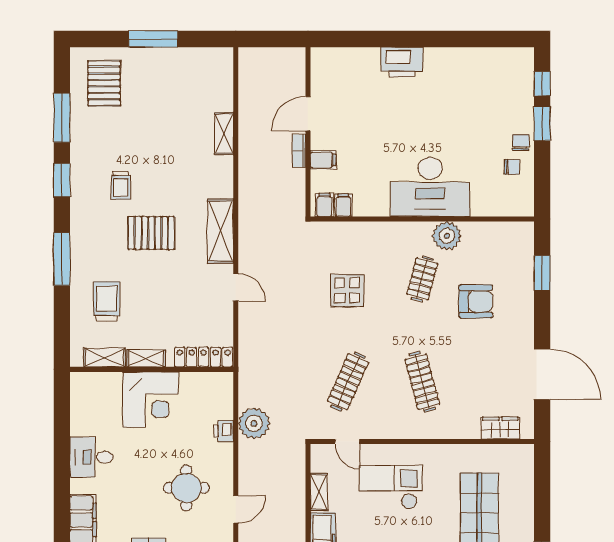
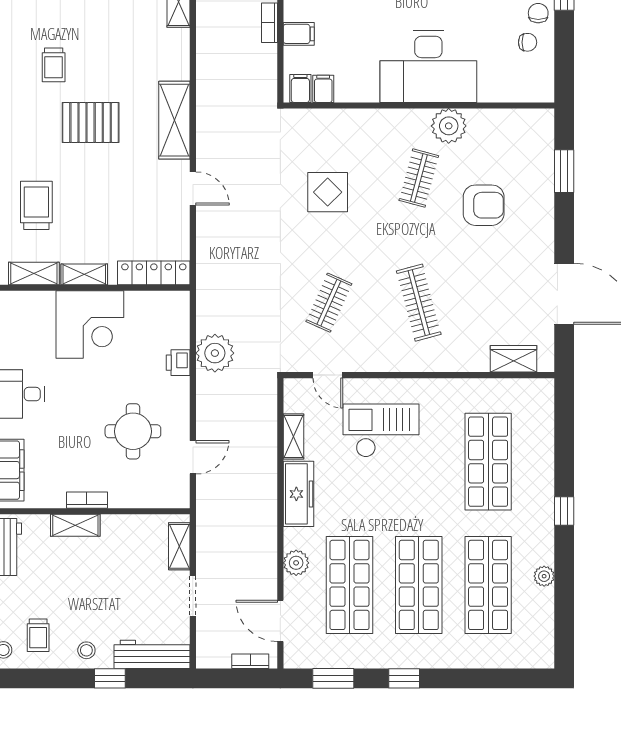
clothes rail: (348, 382) -> (329, 303), width x0.73

